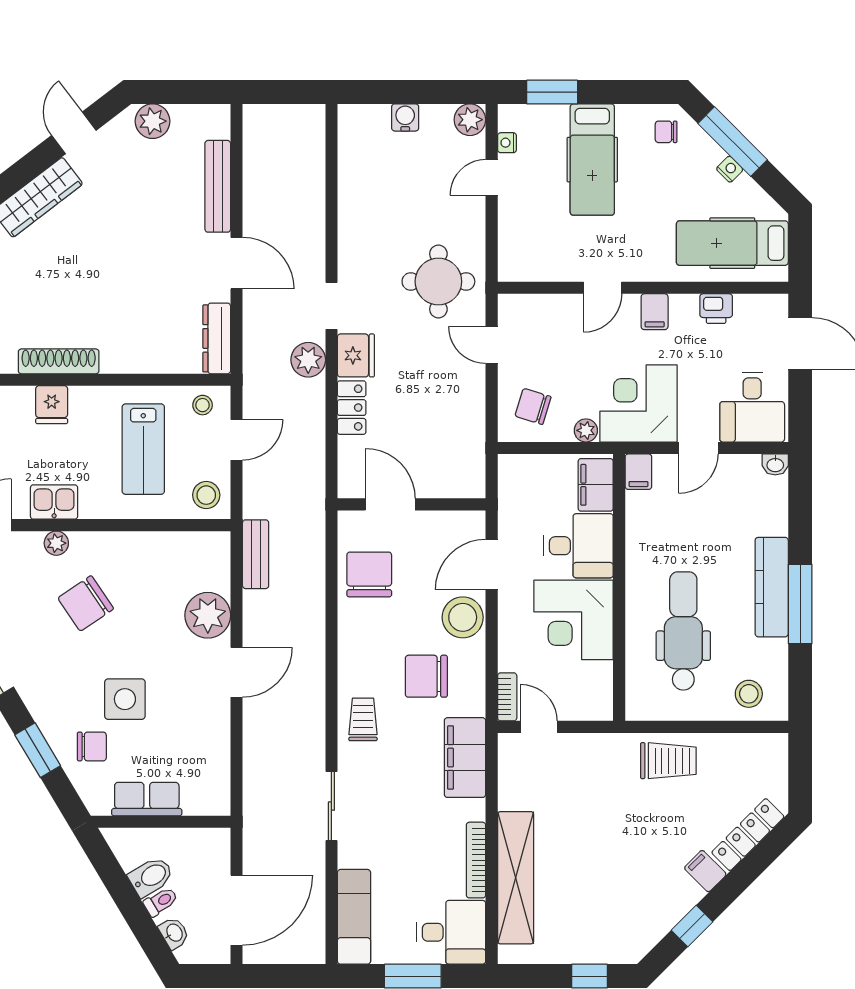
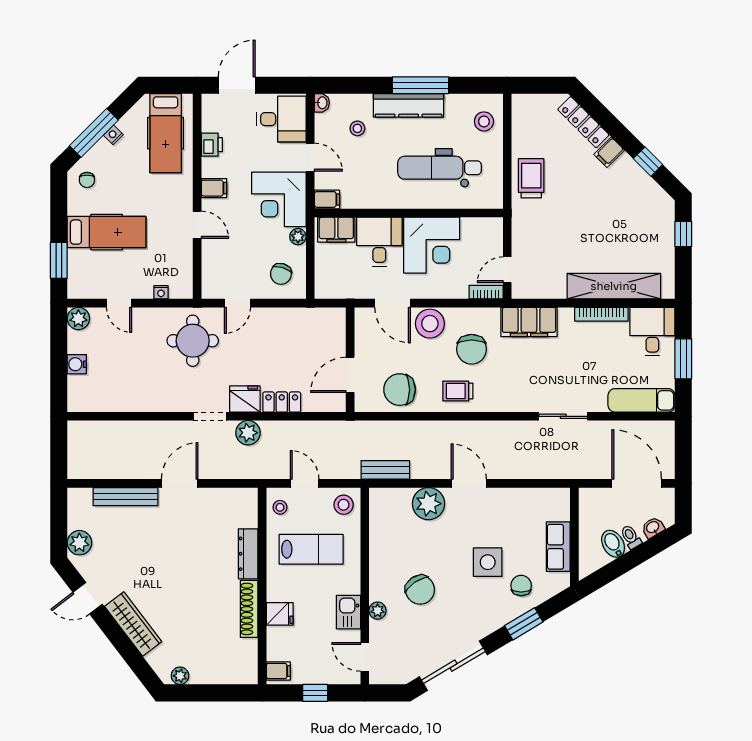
nightstand: (507, 143) -> (161, 292), moved
dresser: (217, 338) -> (248, 554), moved, turned 90
stool: (739, 515) -> (357, 128), added
trolley: (363, 719) -> (458, 391), moved

